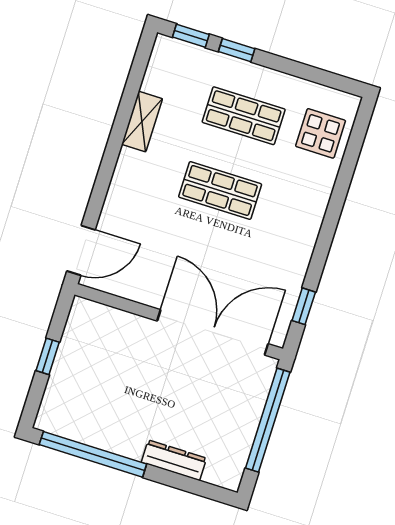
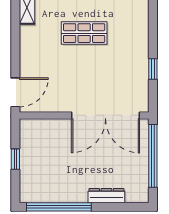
window: (304, 306) -> (153, 69), moved
double door: (213, 332) -> (105, 115), swing flipped

